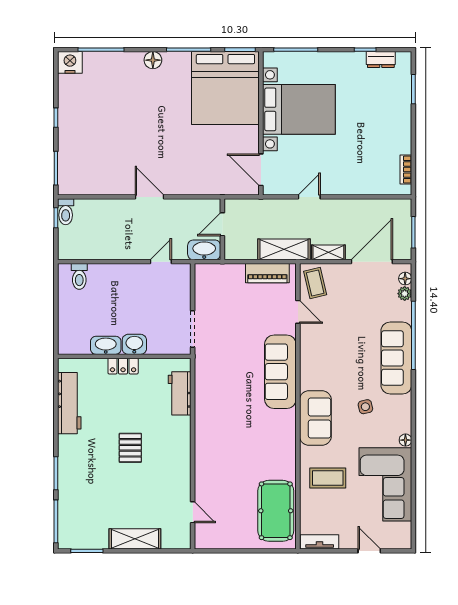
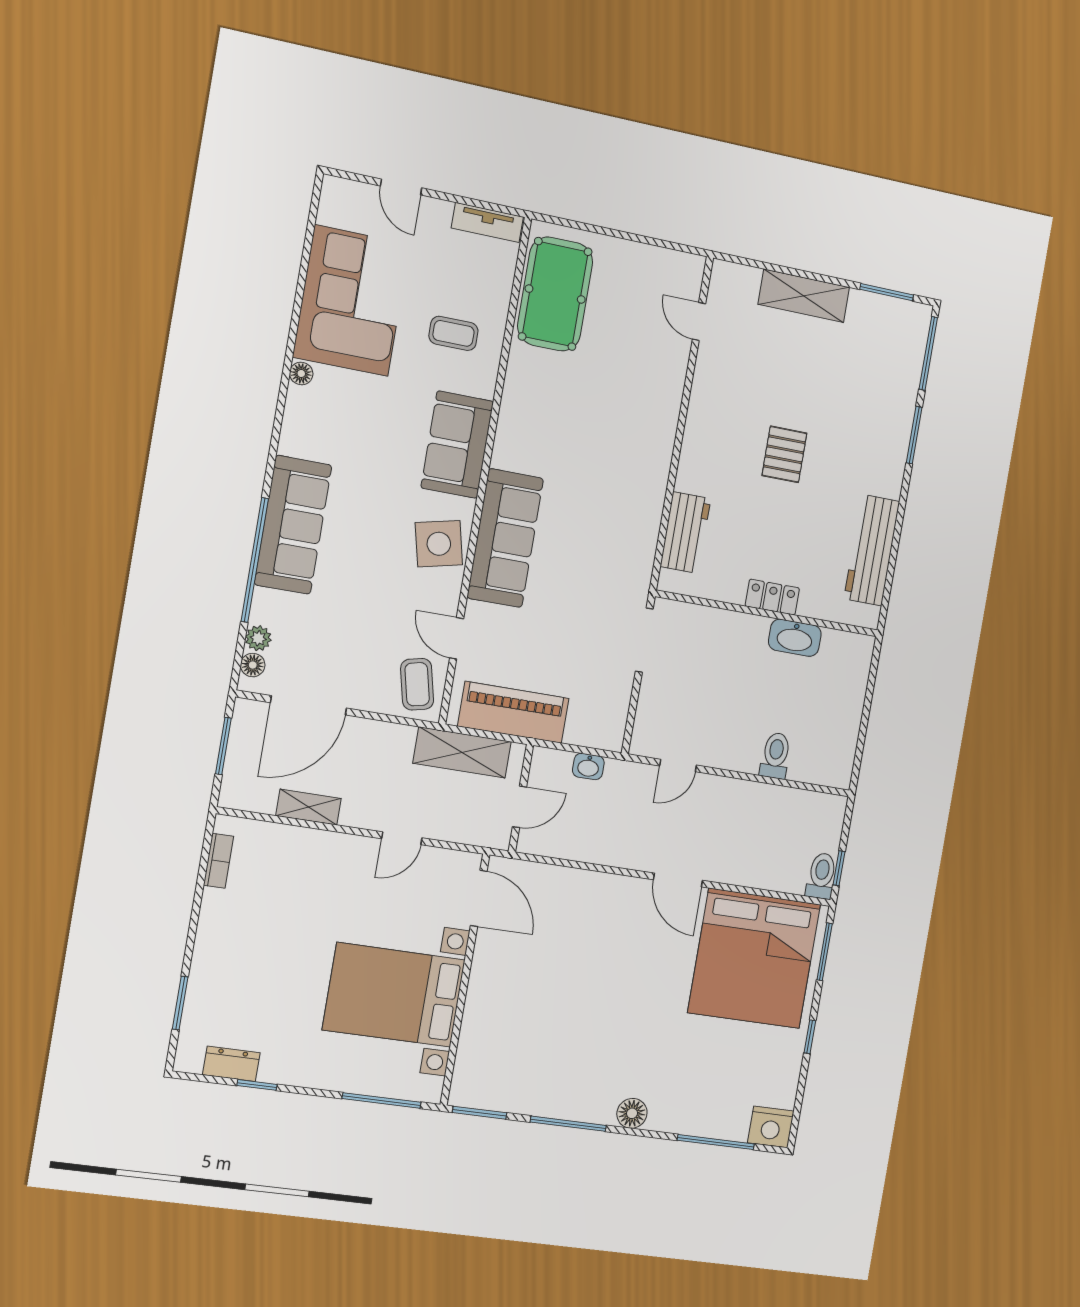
bed: (225, 88) -> (754, 958), moved, turned 180
door: (222, 224) -> (519, 807), moved
wall: (222, 229) -> (521, 798), moved
washbasin: (204, 250) -> (588, 766), width x0.52, depth x0.69
shelving: (328, 252) -> (308, 807), moved
piano: (267, 273) -> (513, 712), width x1.37, depth x1.33
toilet: (79, 276) -> (775, 756), moved
washbasin: (134, 344) -> (747, 631), removed
side table: (365, 407) -> (439, 544), moved, width x1.87, depth x1.87
coffee table: (328, 478) -> (453, 333), width x0.73, depth x0.77

